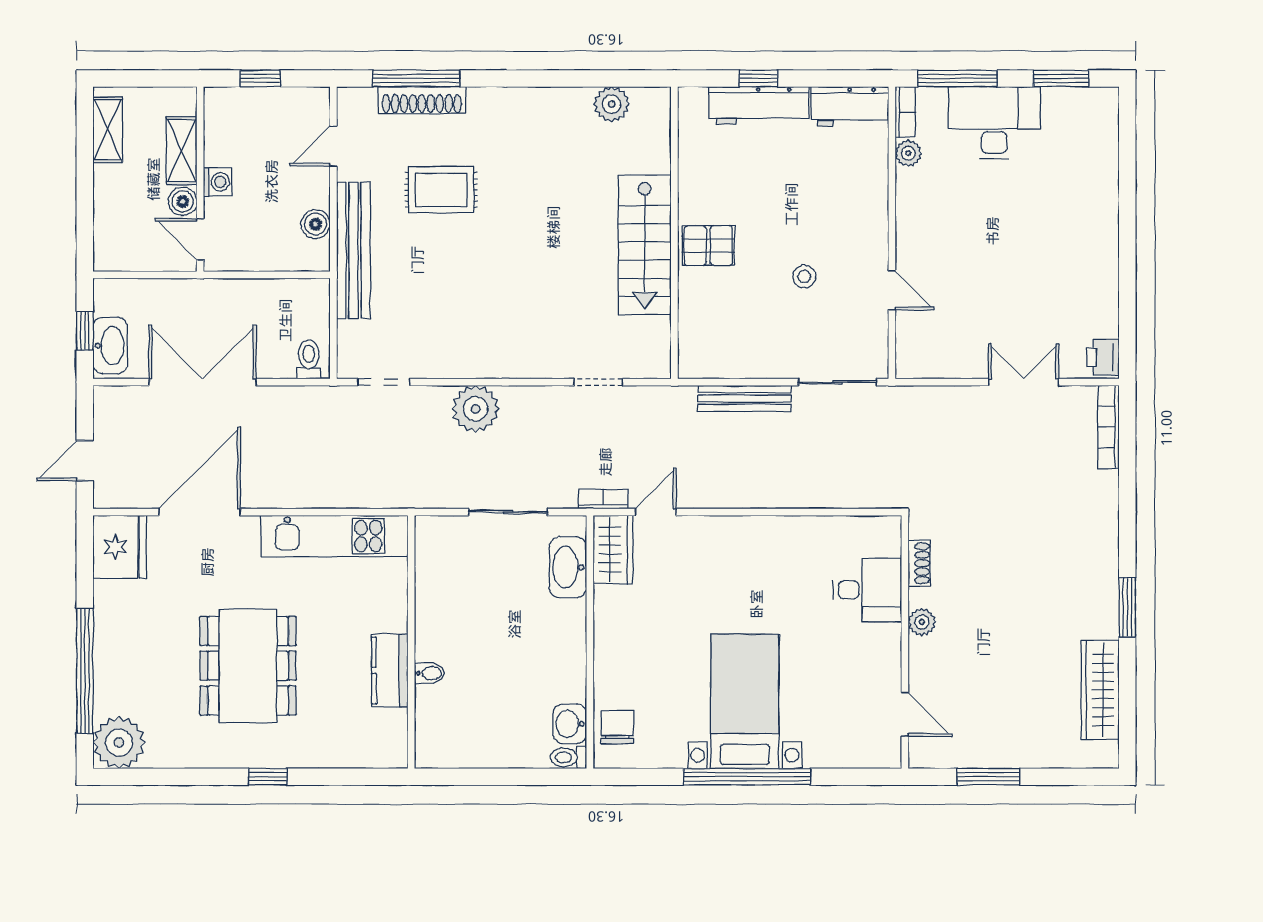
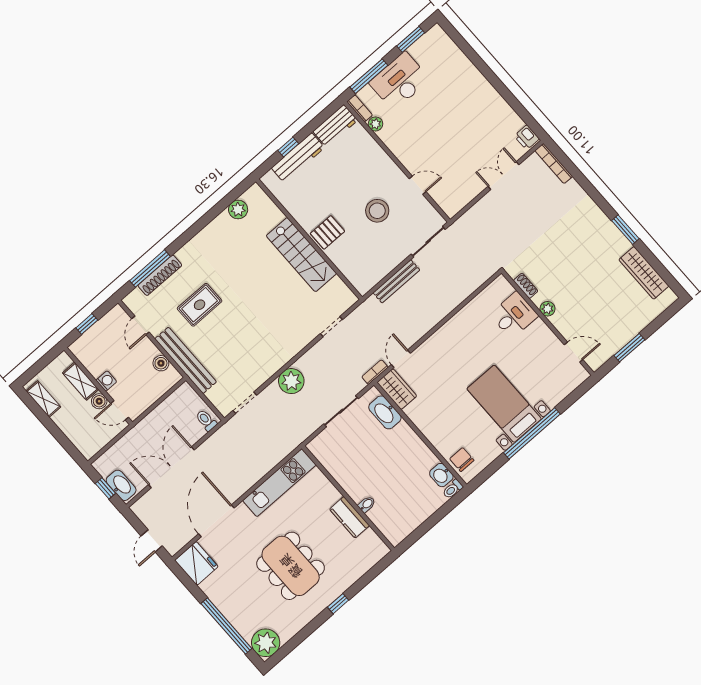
stool: (804, 277) -> (377, 211), width x1.89, depth x1.89

